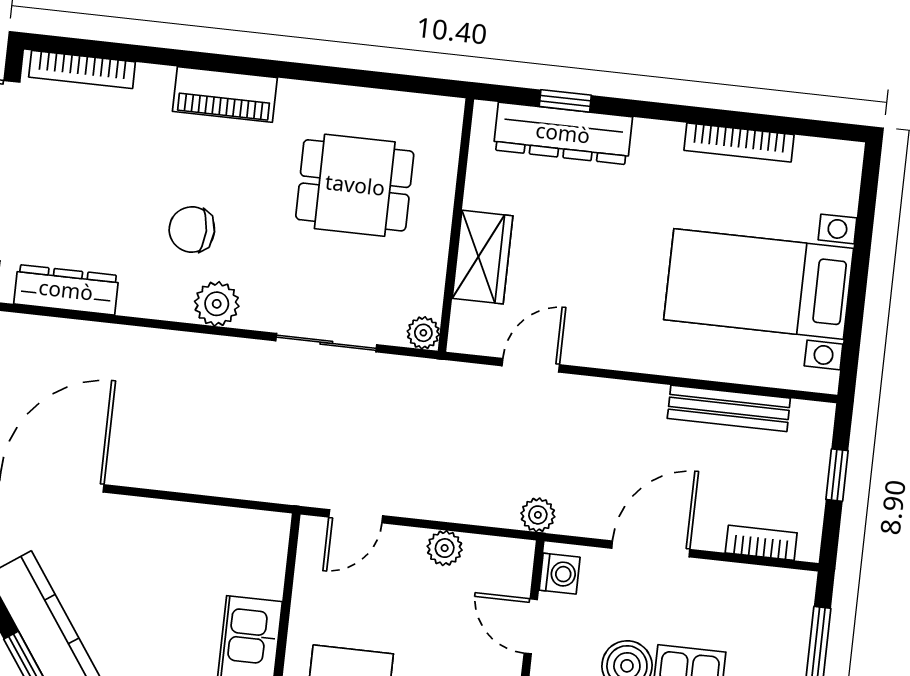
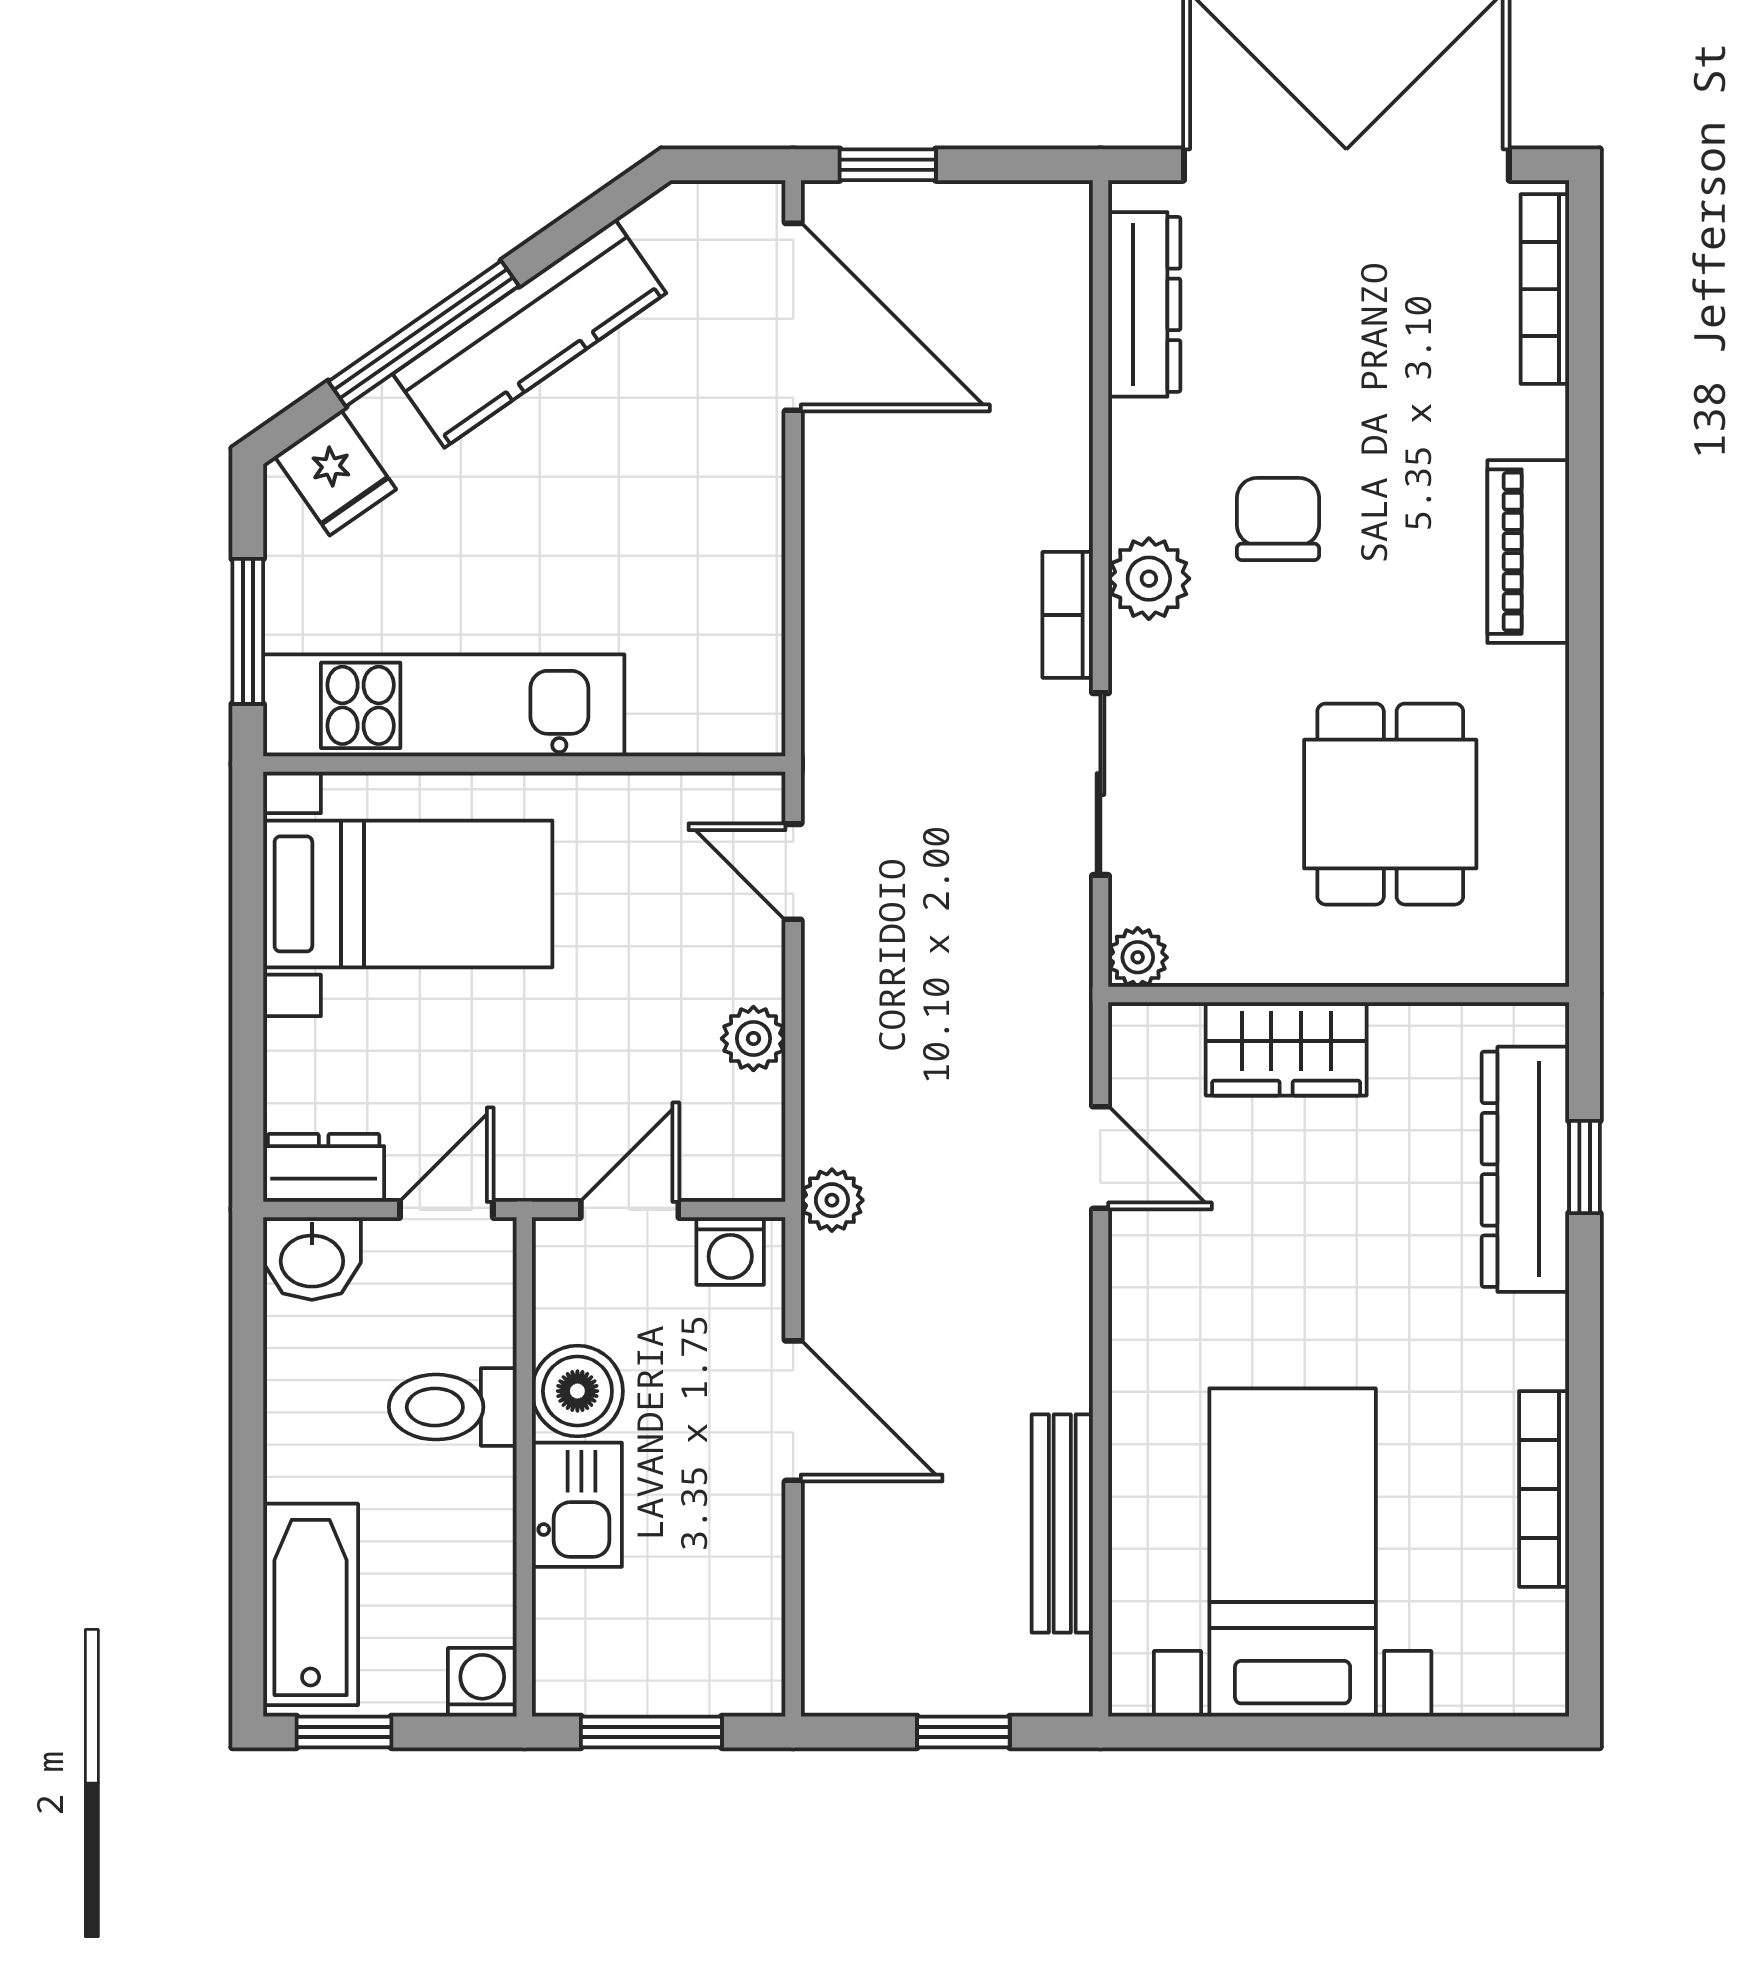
bookcase: (761, 543) -> (1068, 615), moved, turned 180

